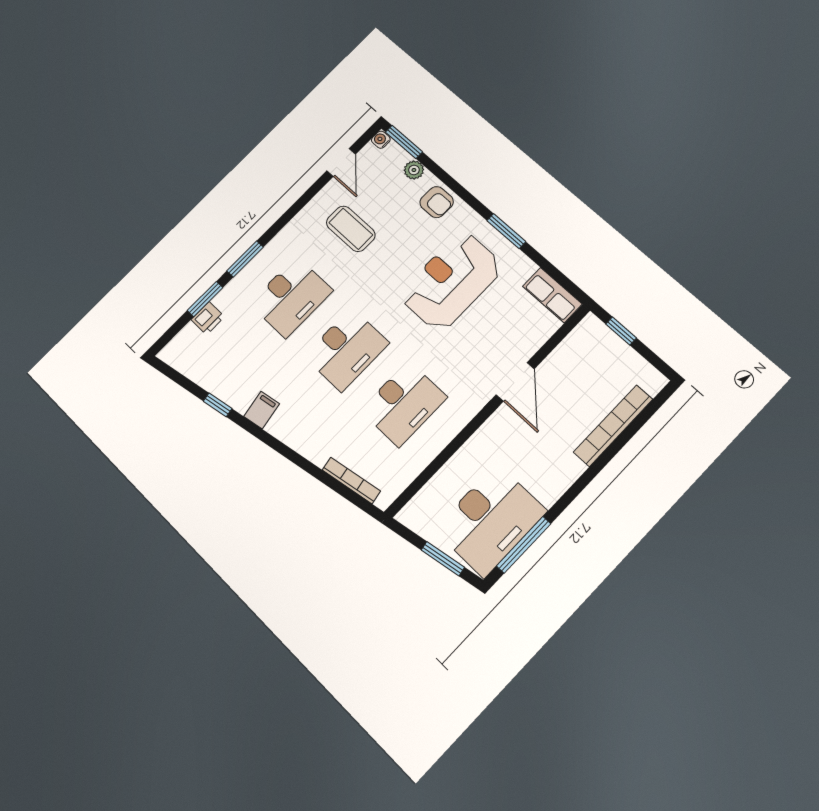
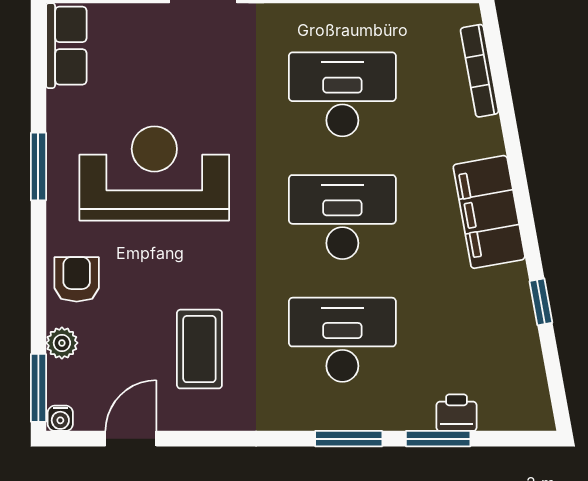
reception desk: (451, 281) -> (154, 173), turned 180
filing cabinet: (262, 410) -> (489, 212), width x3.00, depth x1.17

